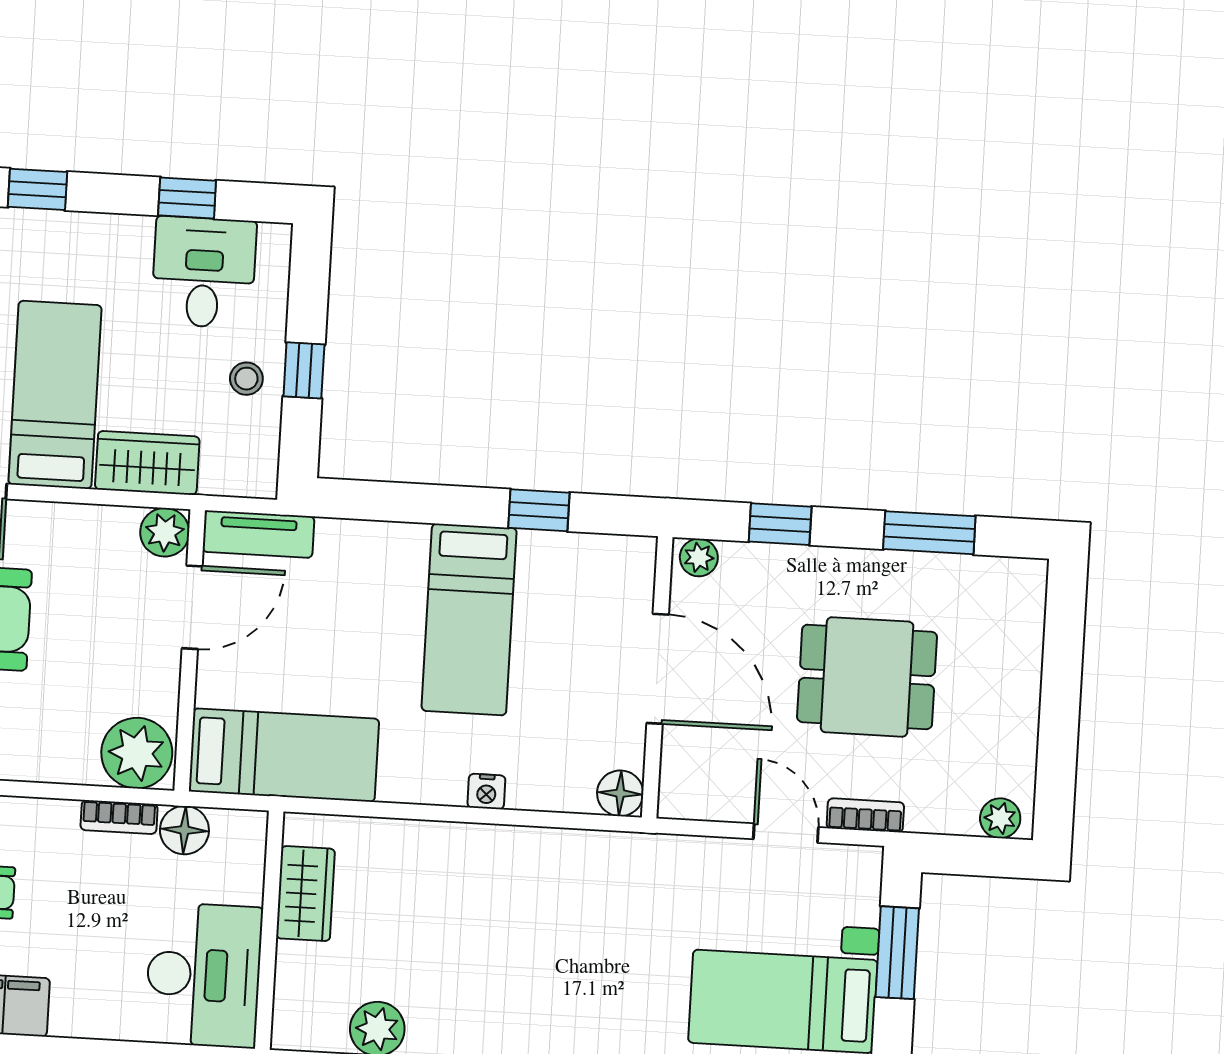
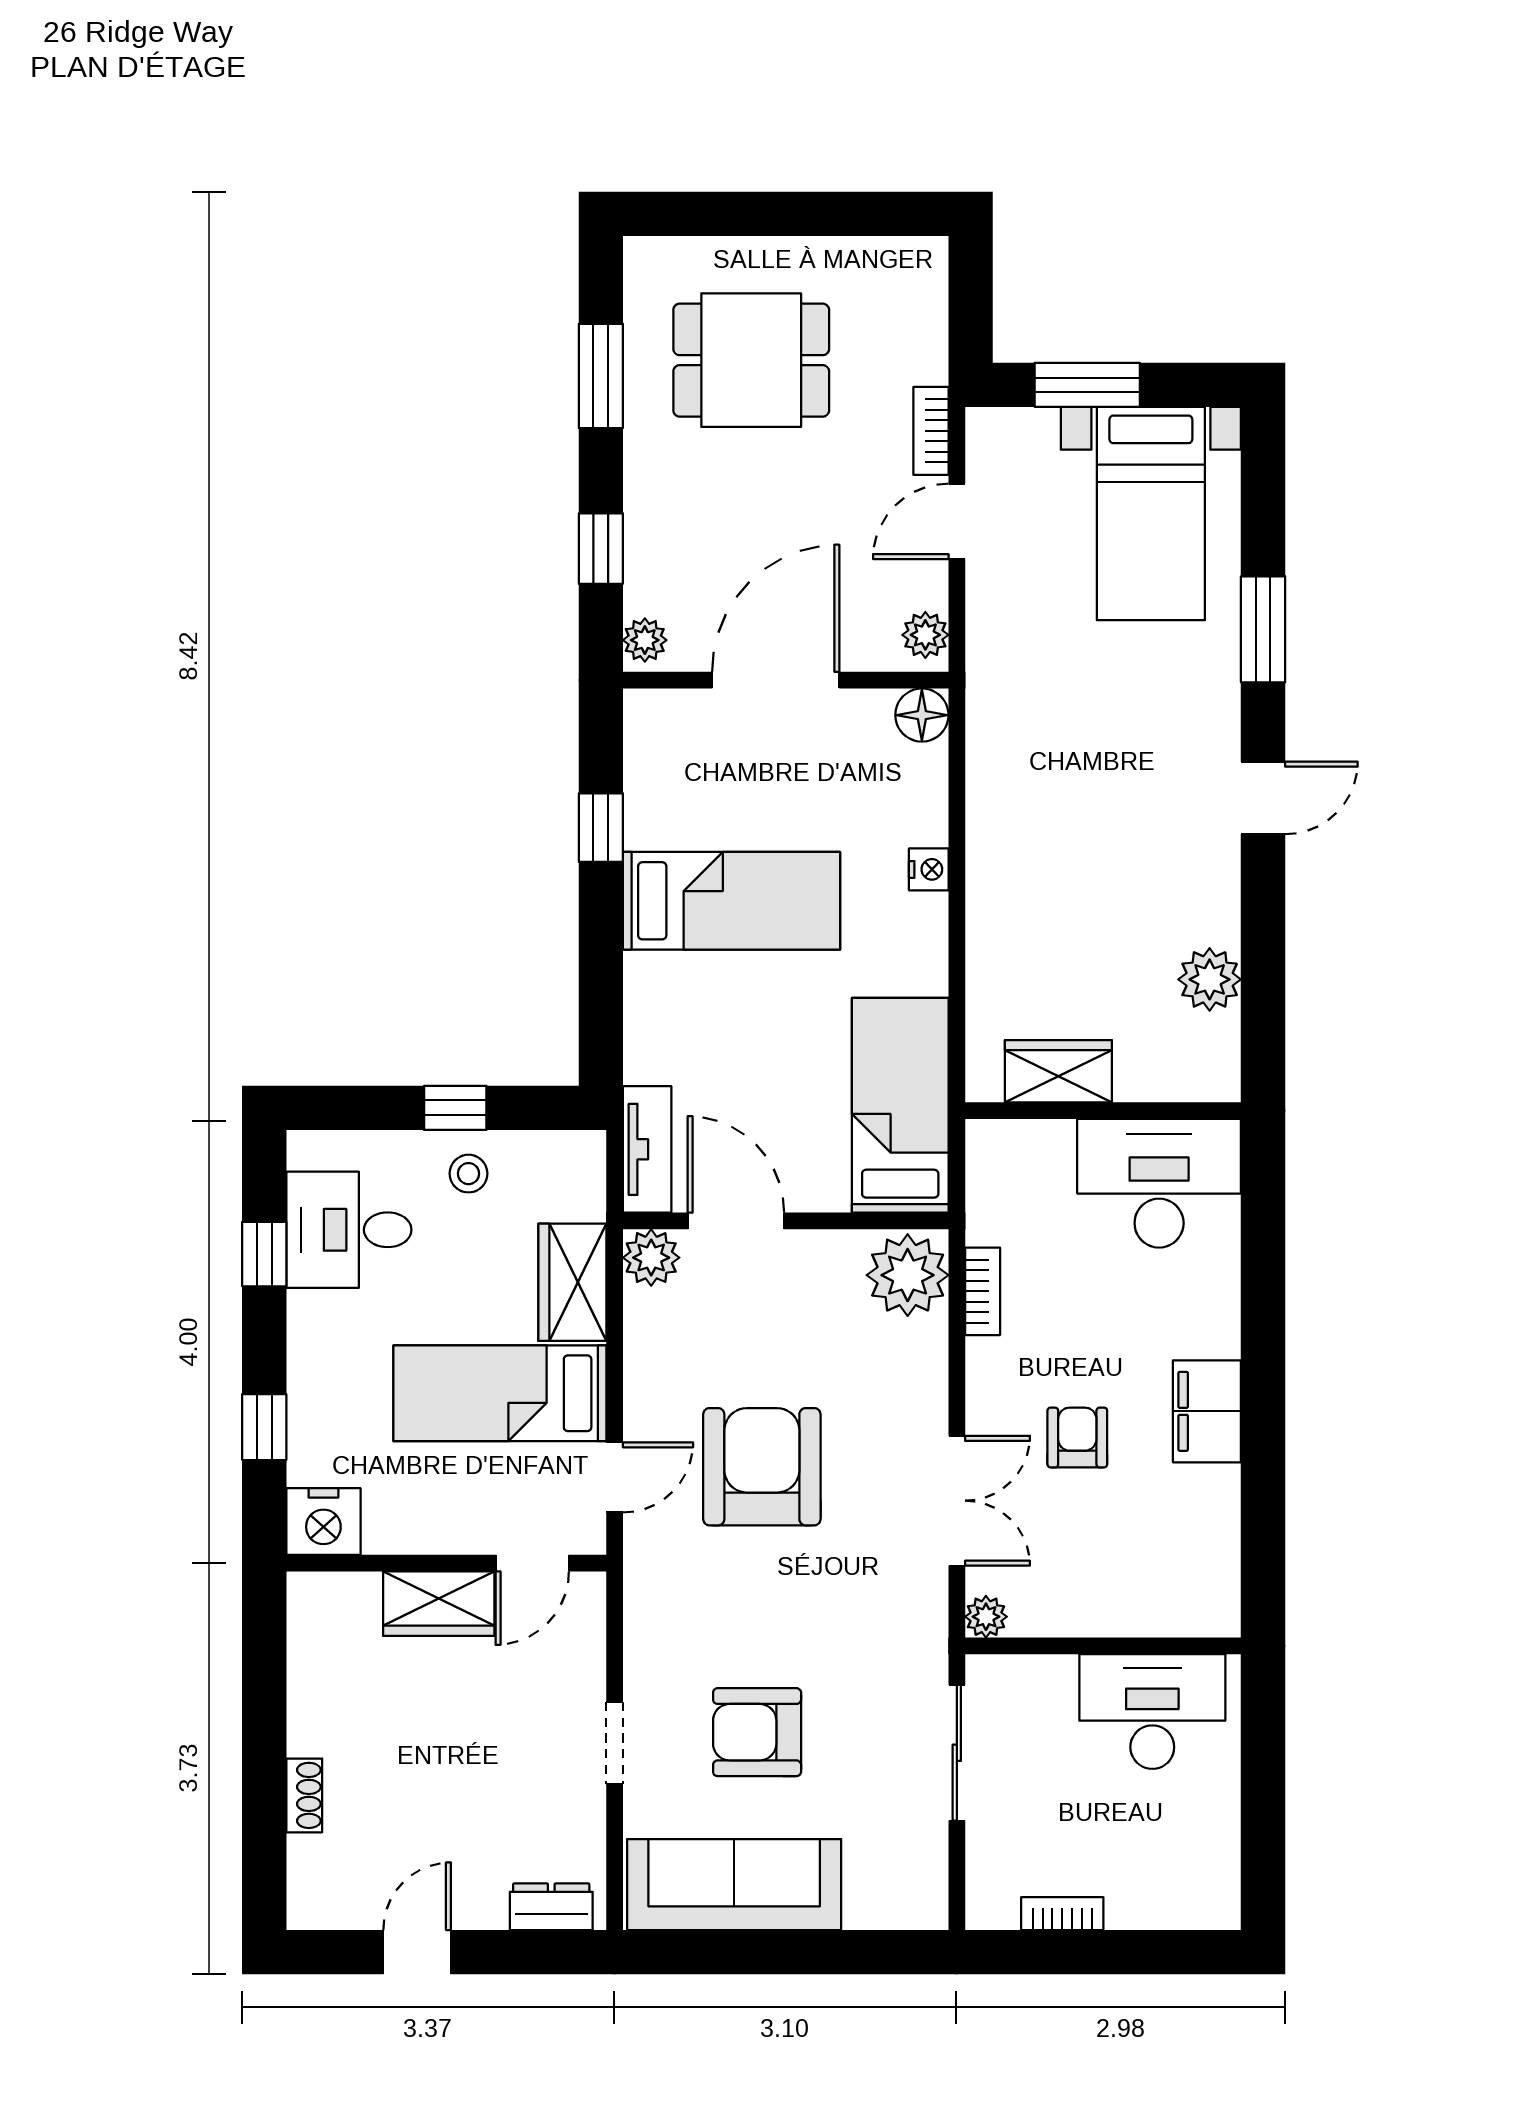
dining table: (867, 677) -> (751, 360), moved, turned 90
plant: (1000, 818) -> (925, 635), moved
floor lamp: (184, 830) -> (993, 1215), removed

